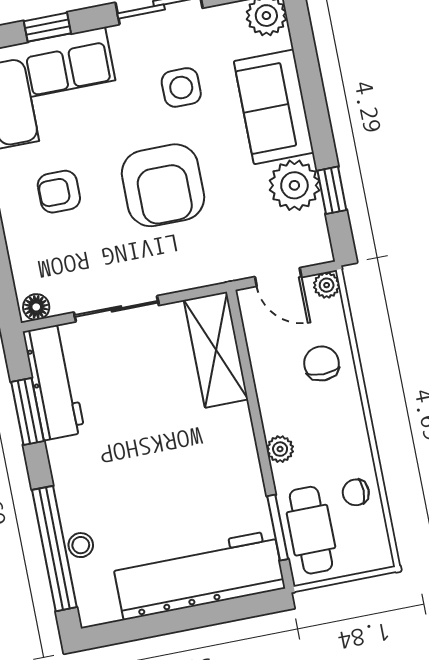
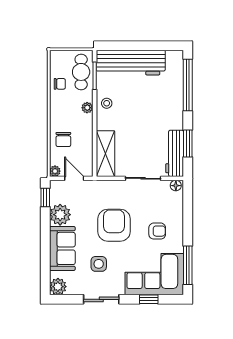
window: (332, 190) -> (45, 198), moved
stool: (81, 545) -> (107, 103), moved

